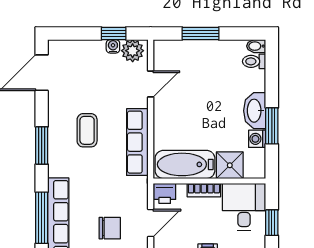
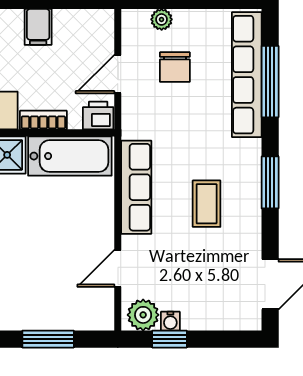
chair: (110, 228) -> (175, 67), turned -90

